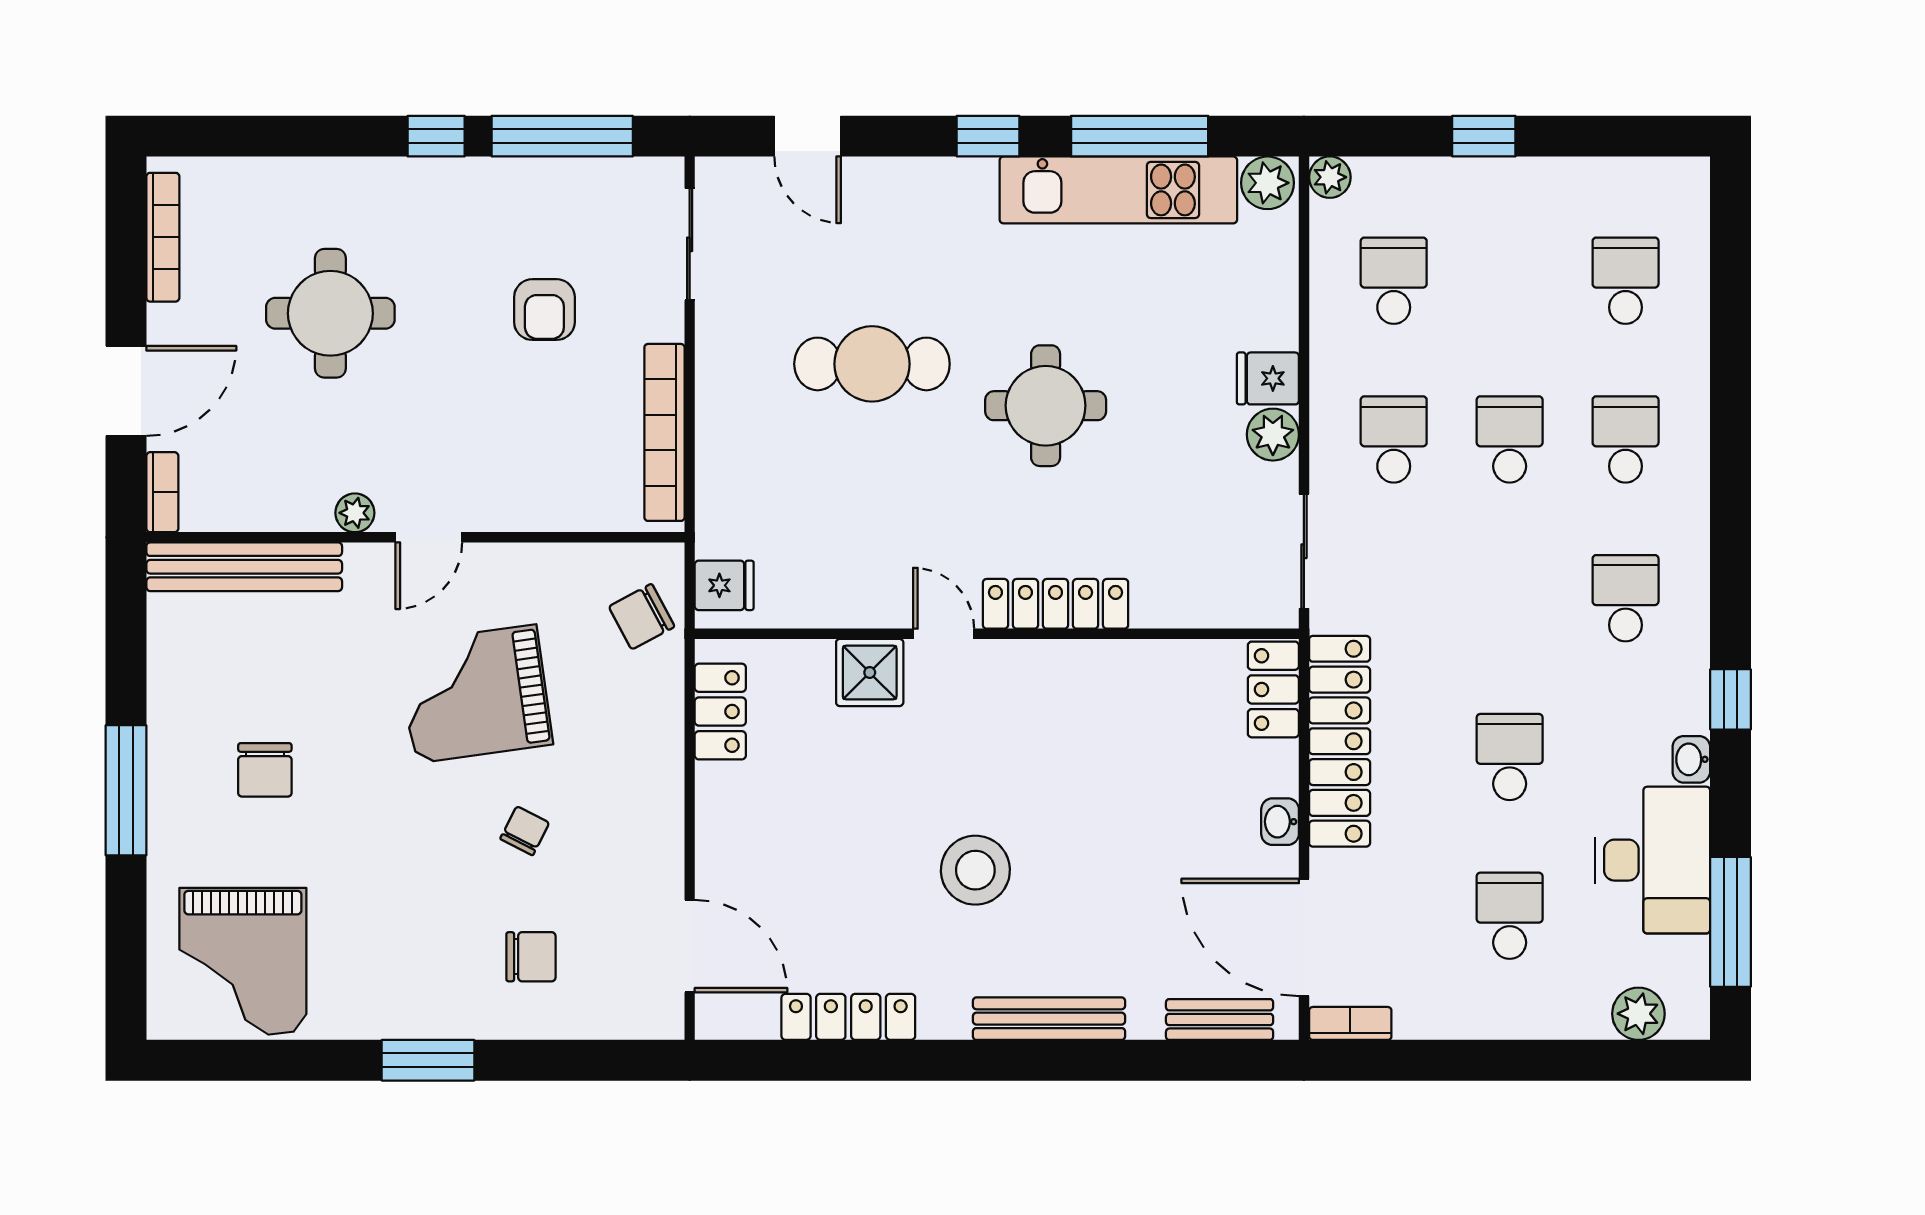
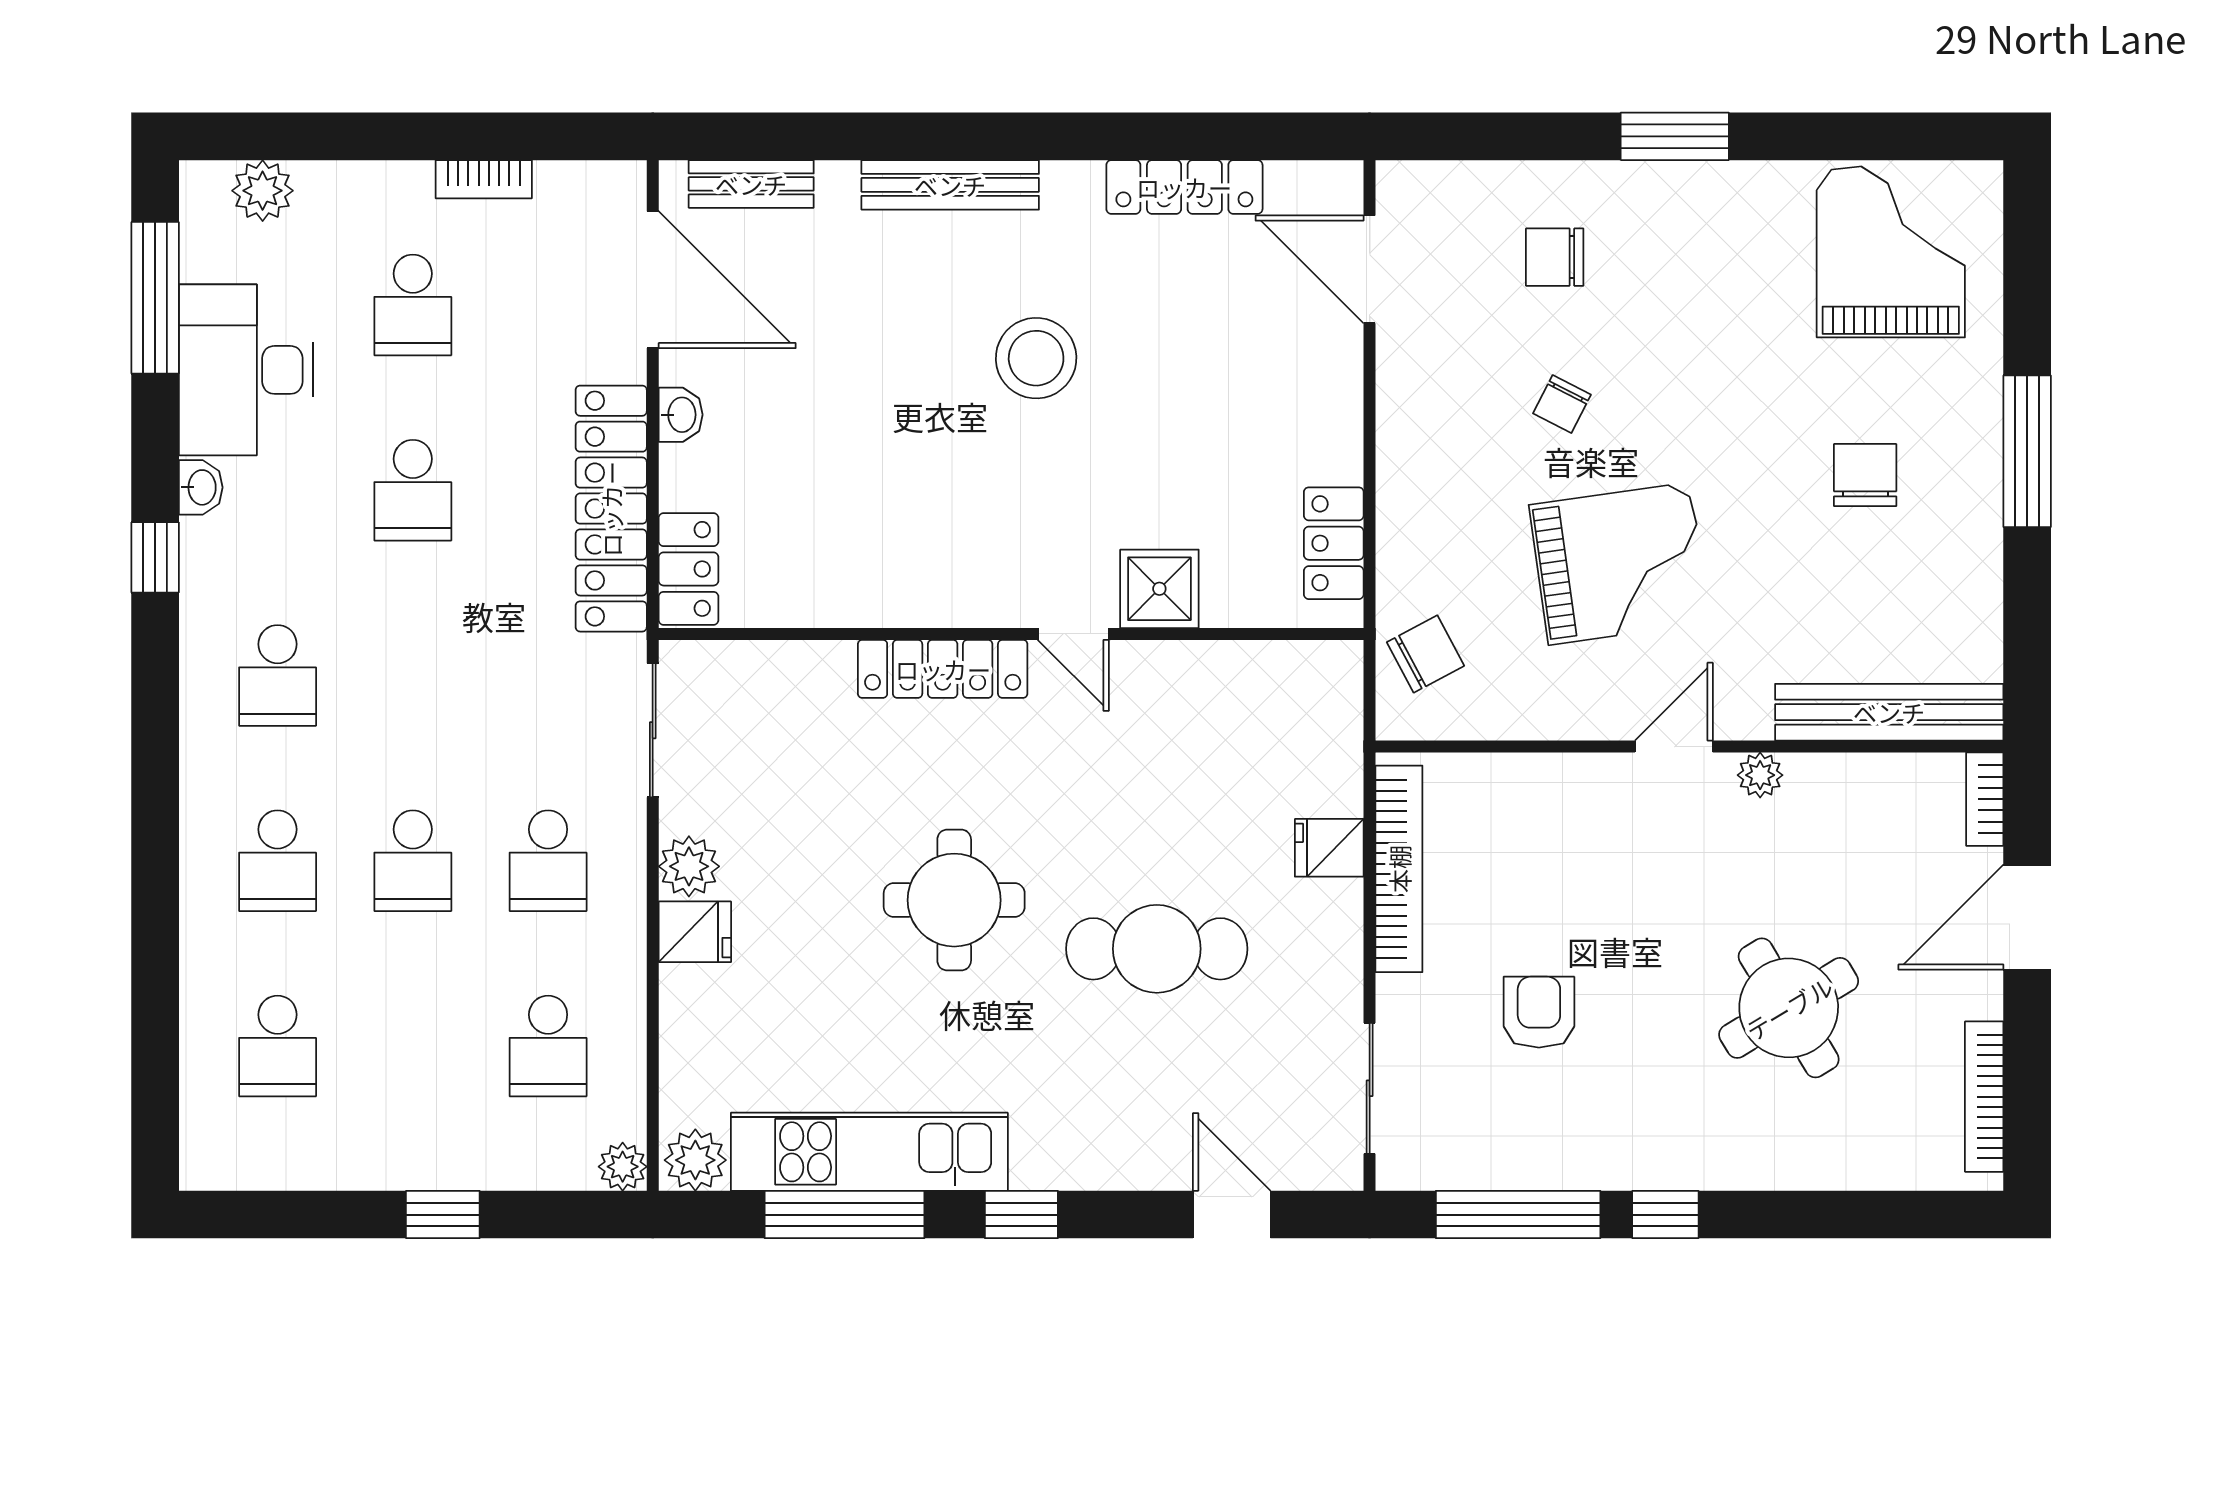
round table: (330, 313) -> (1789, 1008), turned -31
fridge: (724, 585) -> (1329, 848), moved
bookcase: (1350, 1023) -> (484, 179), moved

